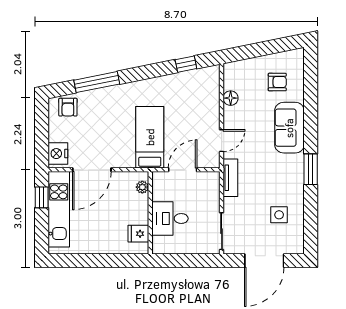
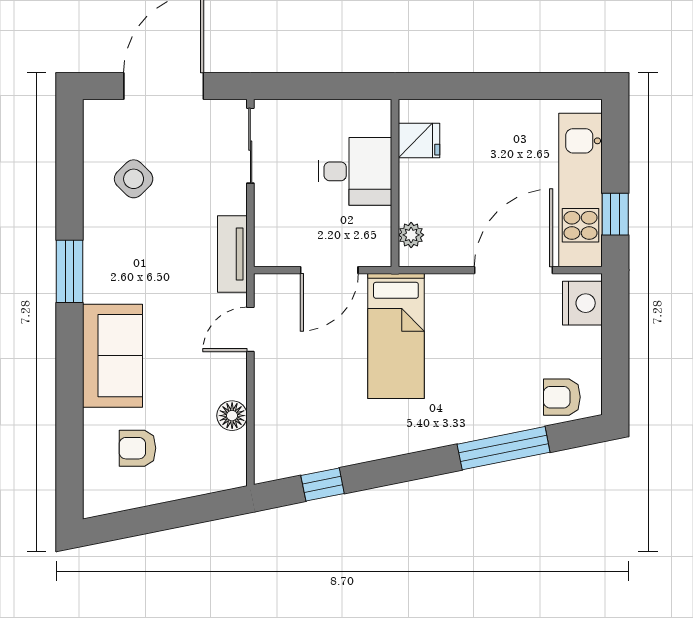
armchair: (68, 107) -> (562, 397), turned -90
side table: (279, 215) -> (134, 179), turned 45

